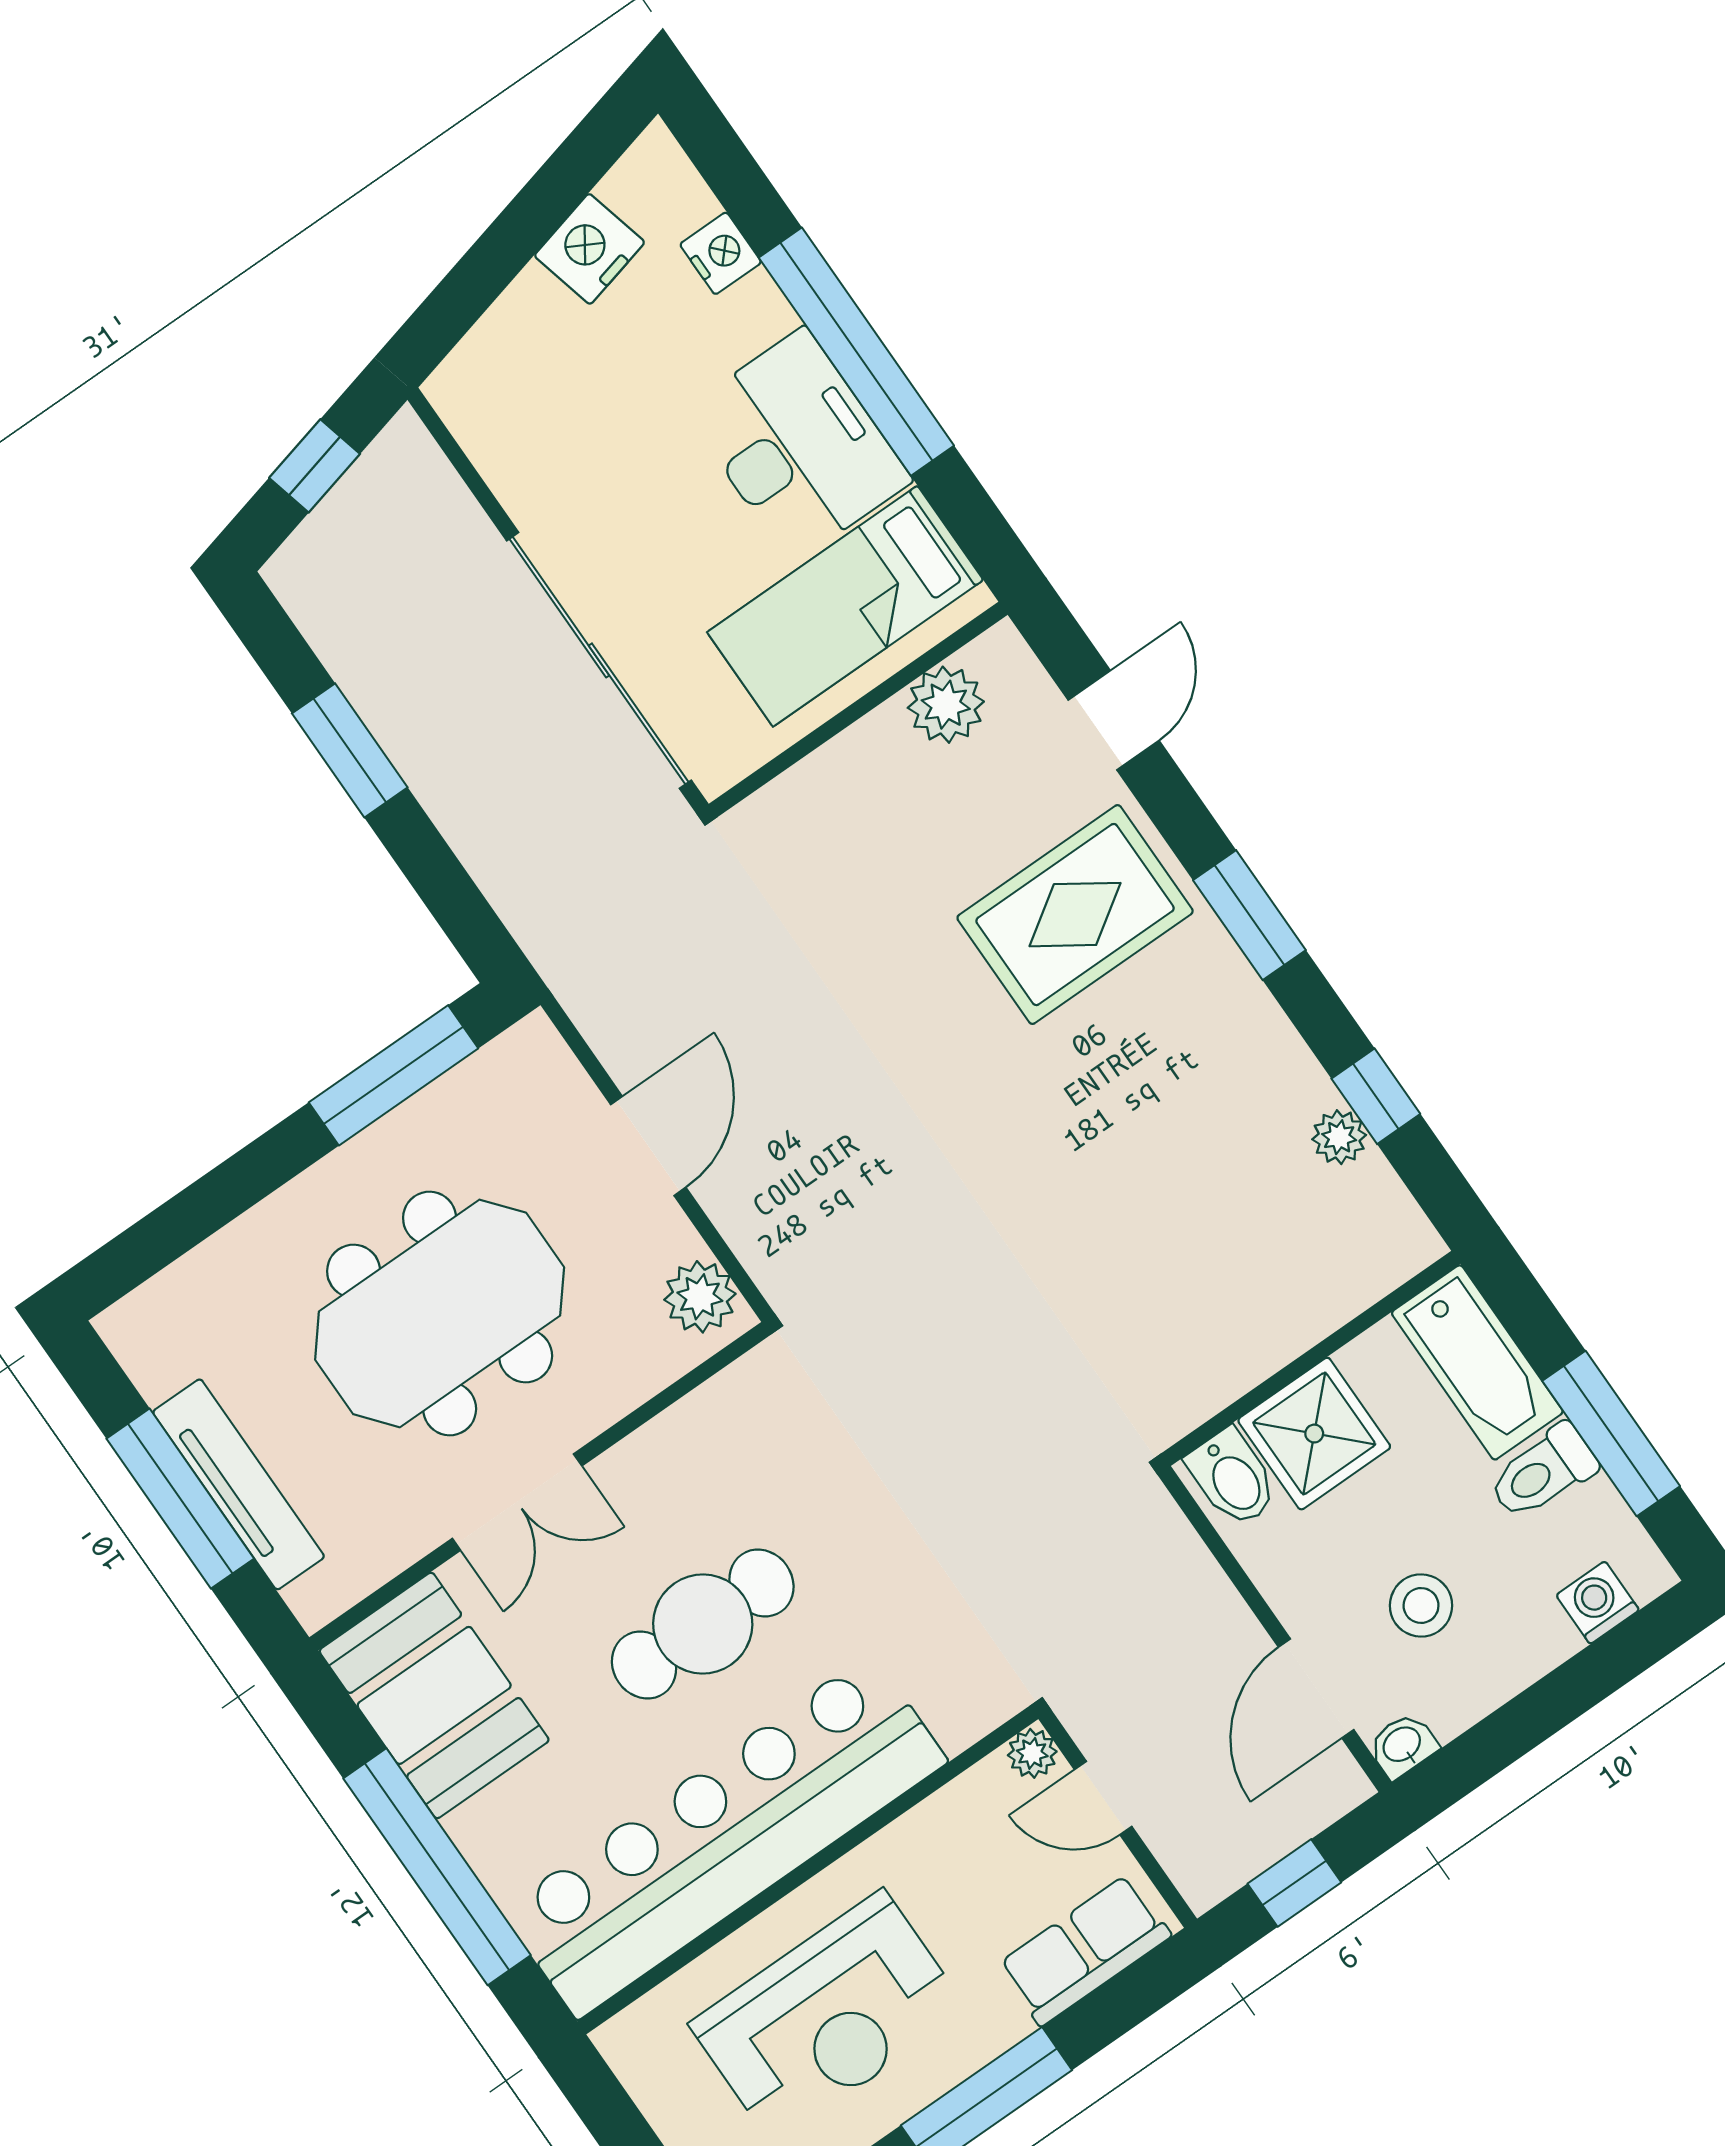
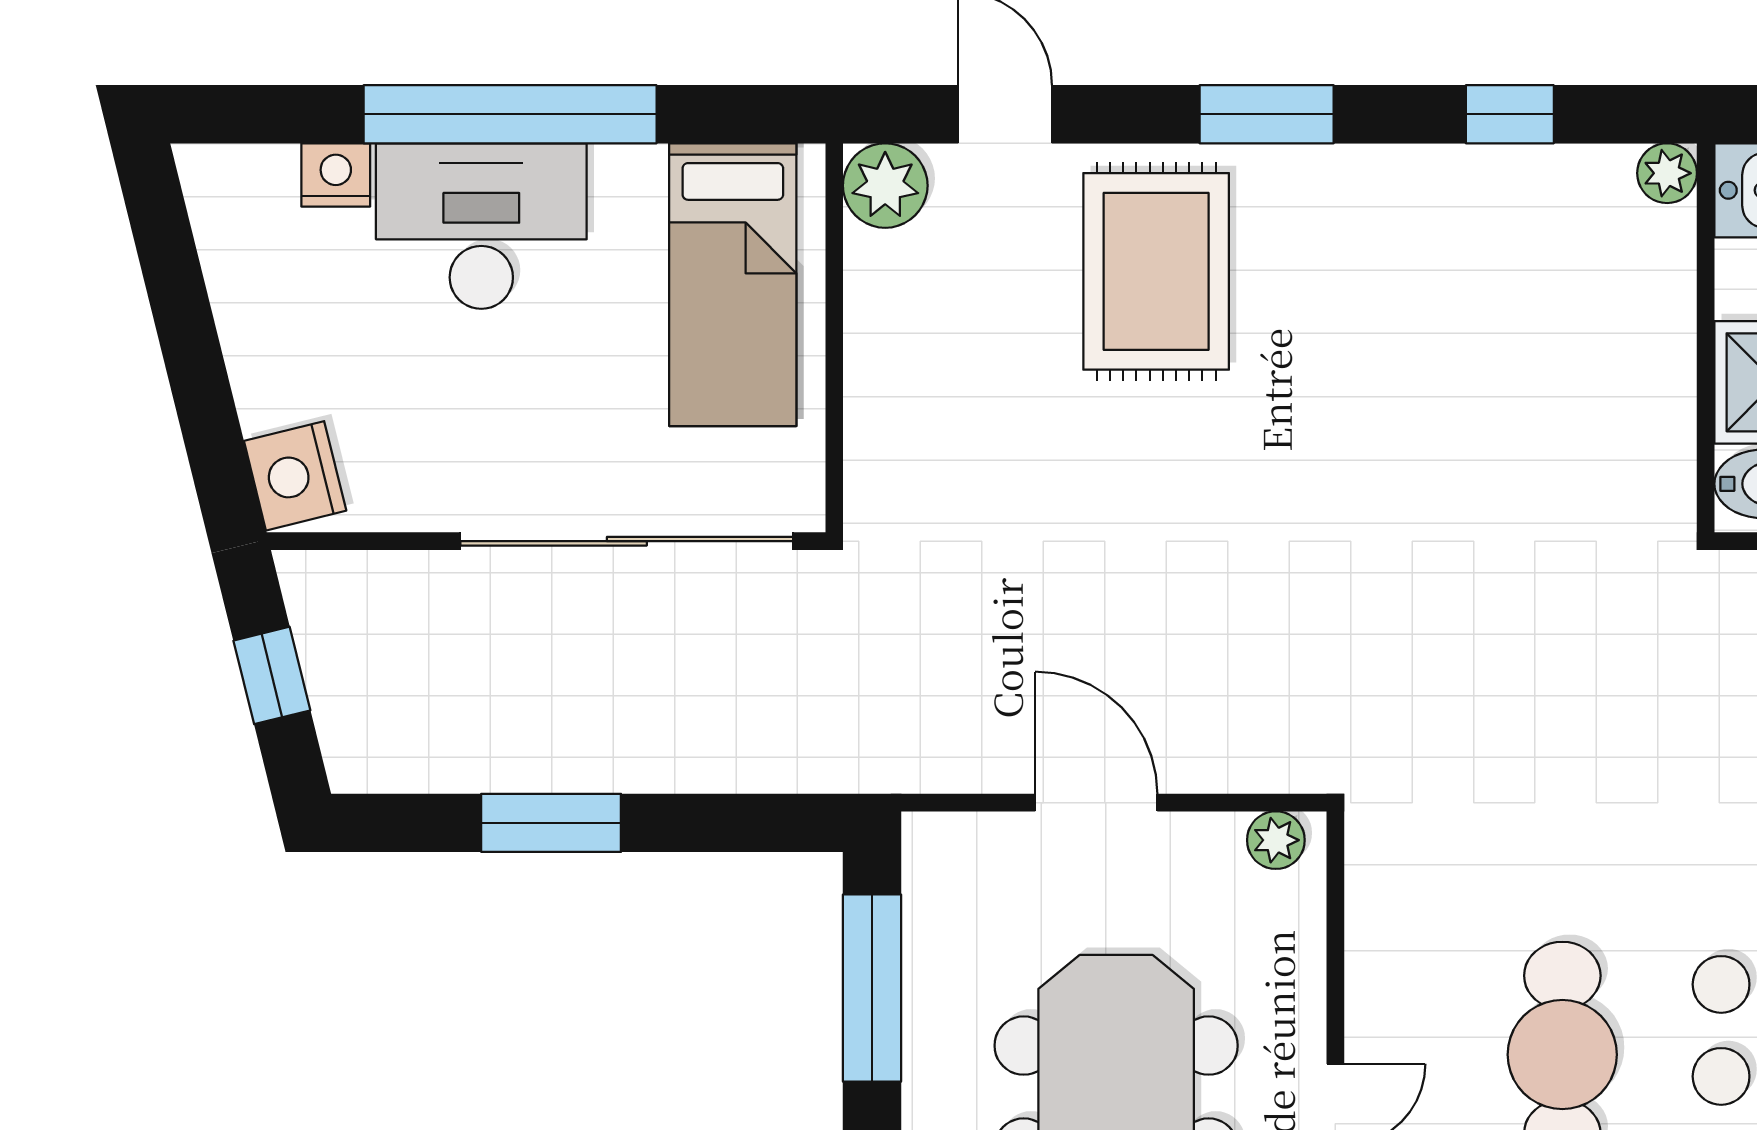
nightstand: (590, 249) -> (295, 476), moved
desk: (798, 445) -> (481, 226), moved
plant: (946, 705) -> (885, 186), moved
plant: (1339, 1137) -> (1667, 173), moved
plant: (700, 1297) -> (1276, 840), width x0.73, depth x0.73

